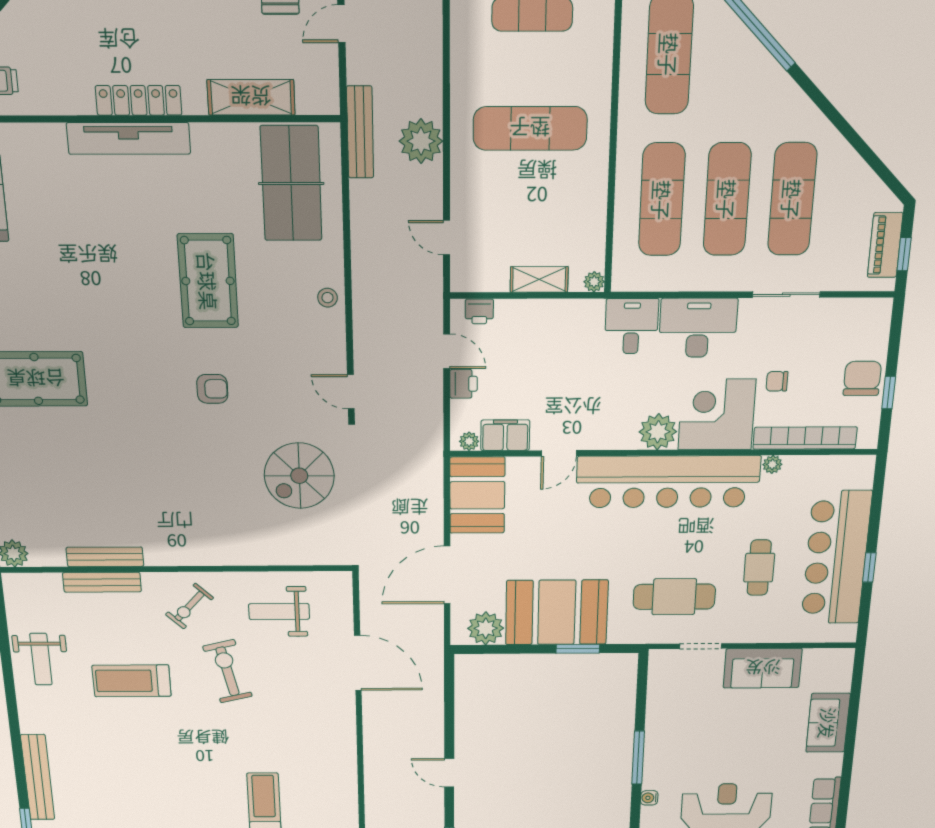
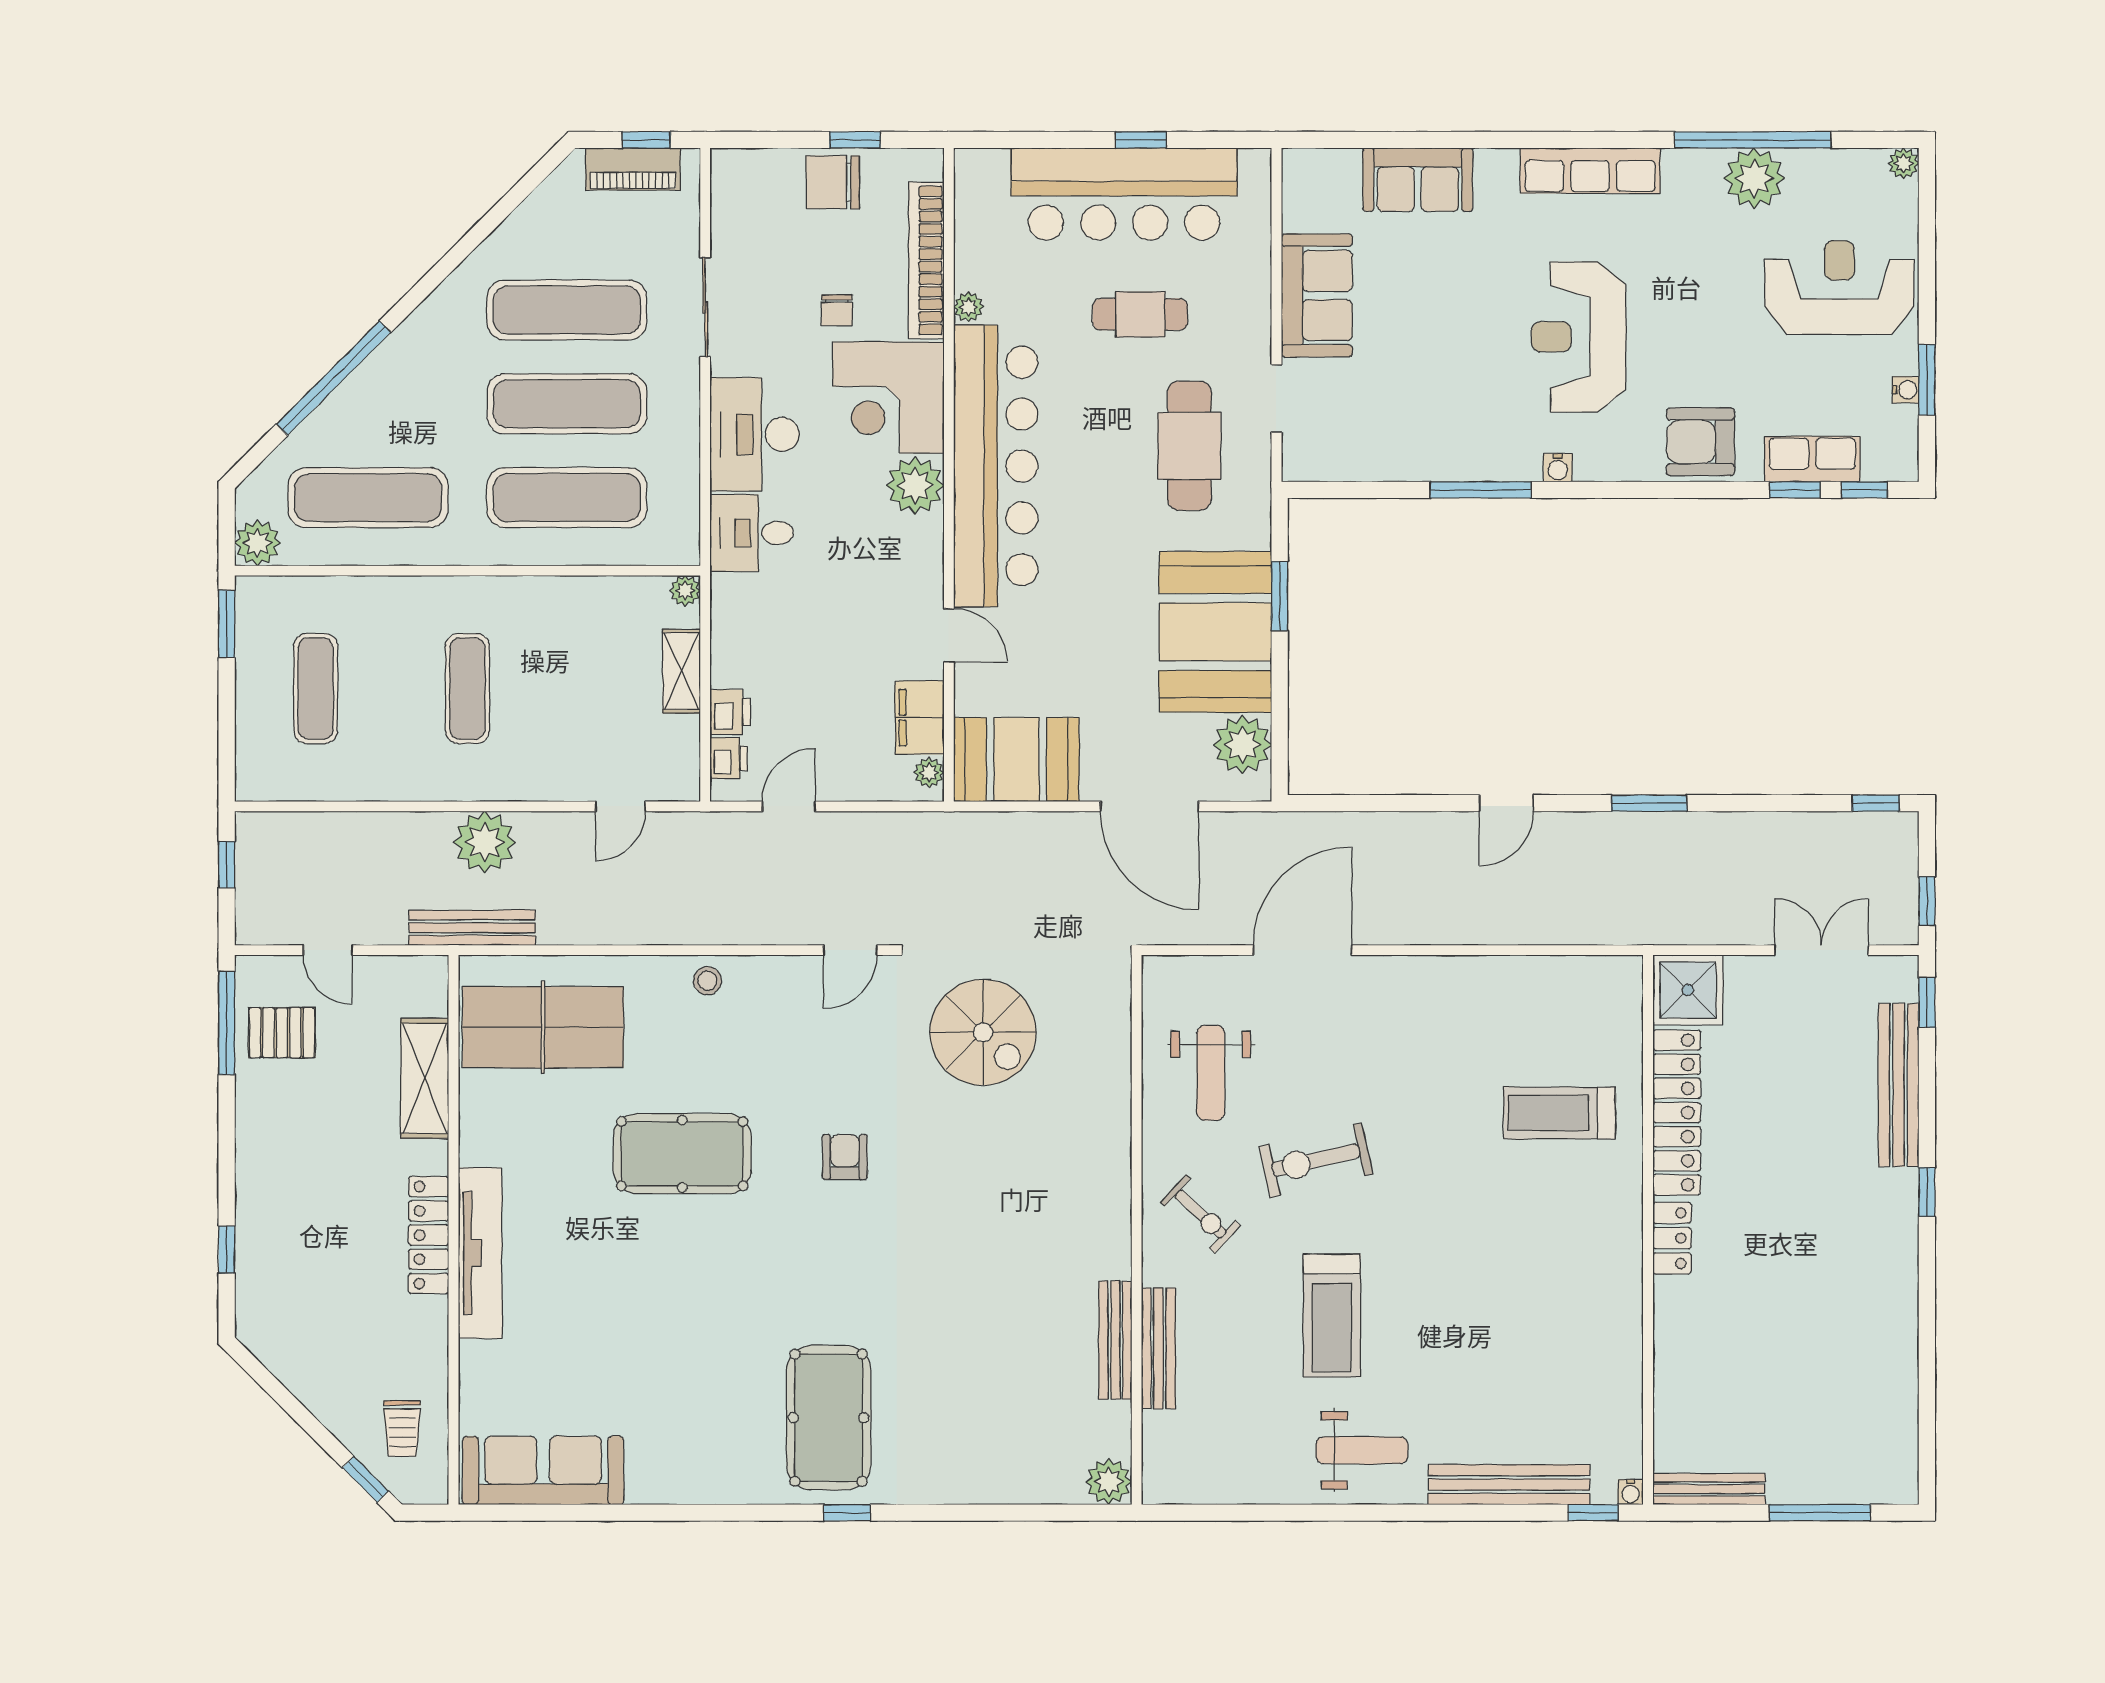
exercise mat: (530, 128) -> (467, 688), width x0.73, depth x0.69
printer: (464, 384) -> (730, 712), moved, turned 90
weight bench: (41, 659) -> (1362, 1450), moved

